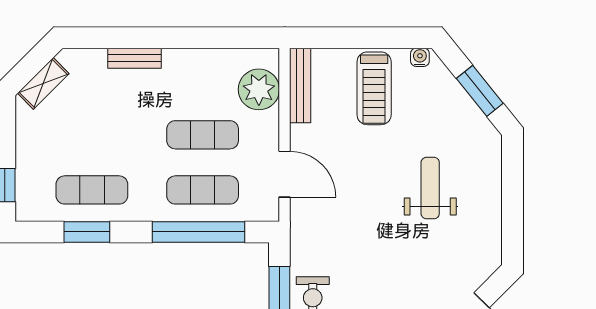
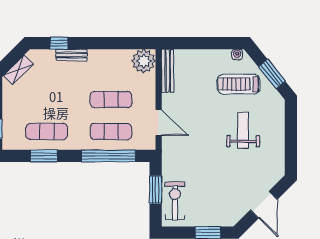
window: (113, 38) -> (59, 43), added
treadmill: (374, 88) -> (239, 84), moved, turned 90
plant: (259, 89) -> (144, 61), moved

